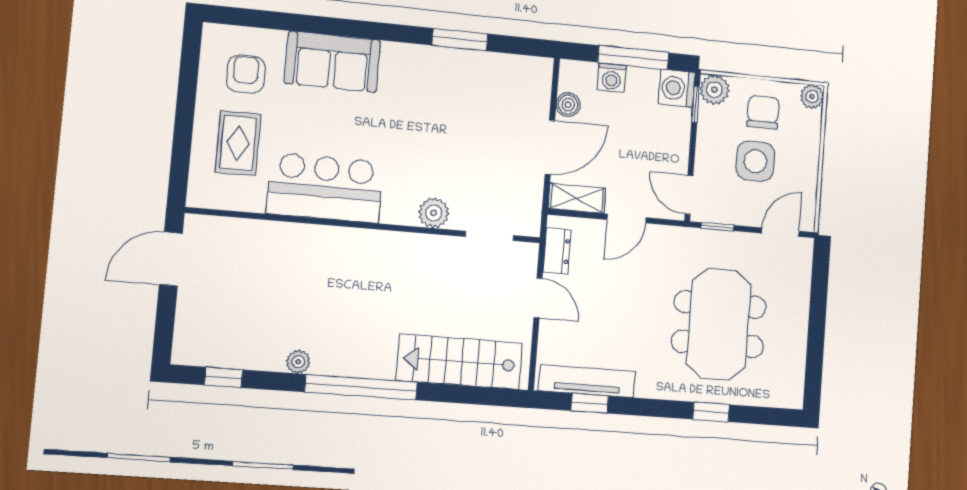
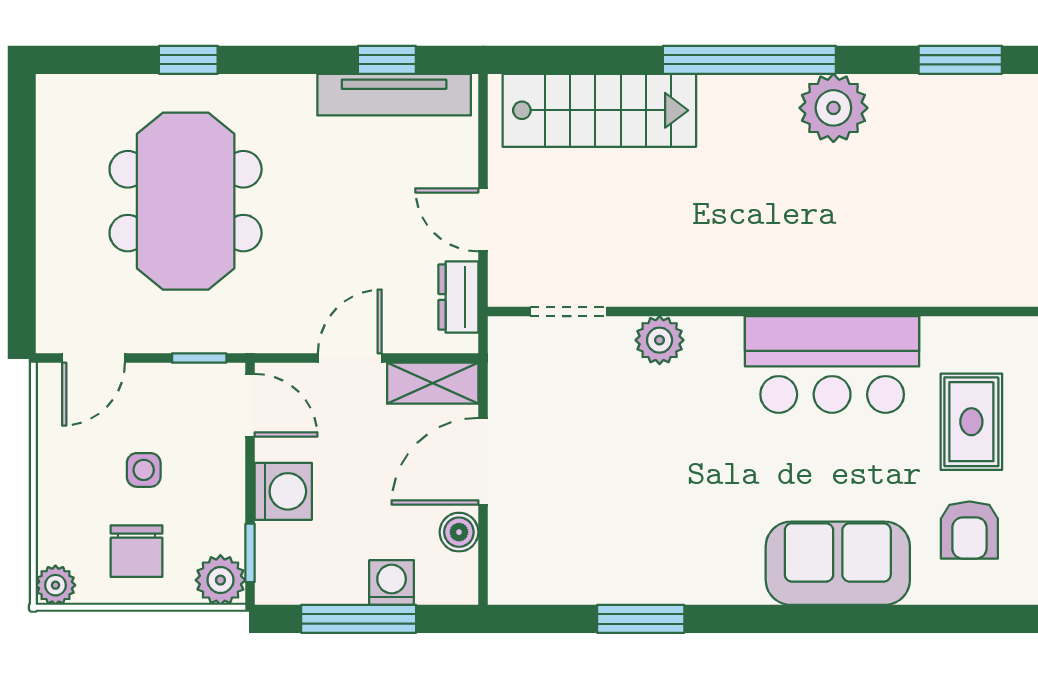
washing machine: (677, 88) -> (283, 491), moved
side table: (755, 161) -> (144, 470), width x0.54, depth x0.54
plant: (298, 362) -> (833, 108), width x1.88, depth x1.88
window: (224, 377) -> (960, 60), width x1.50

